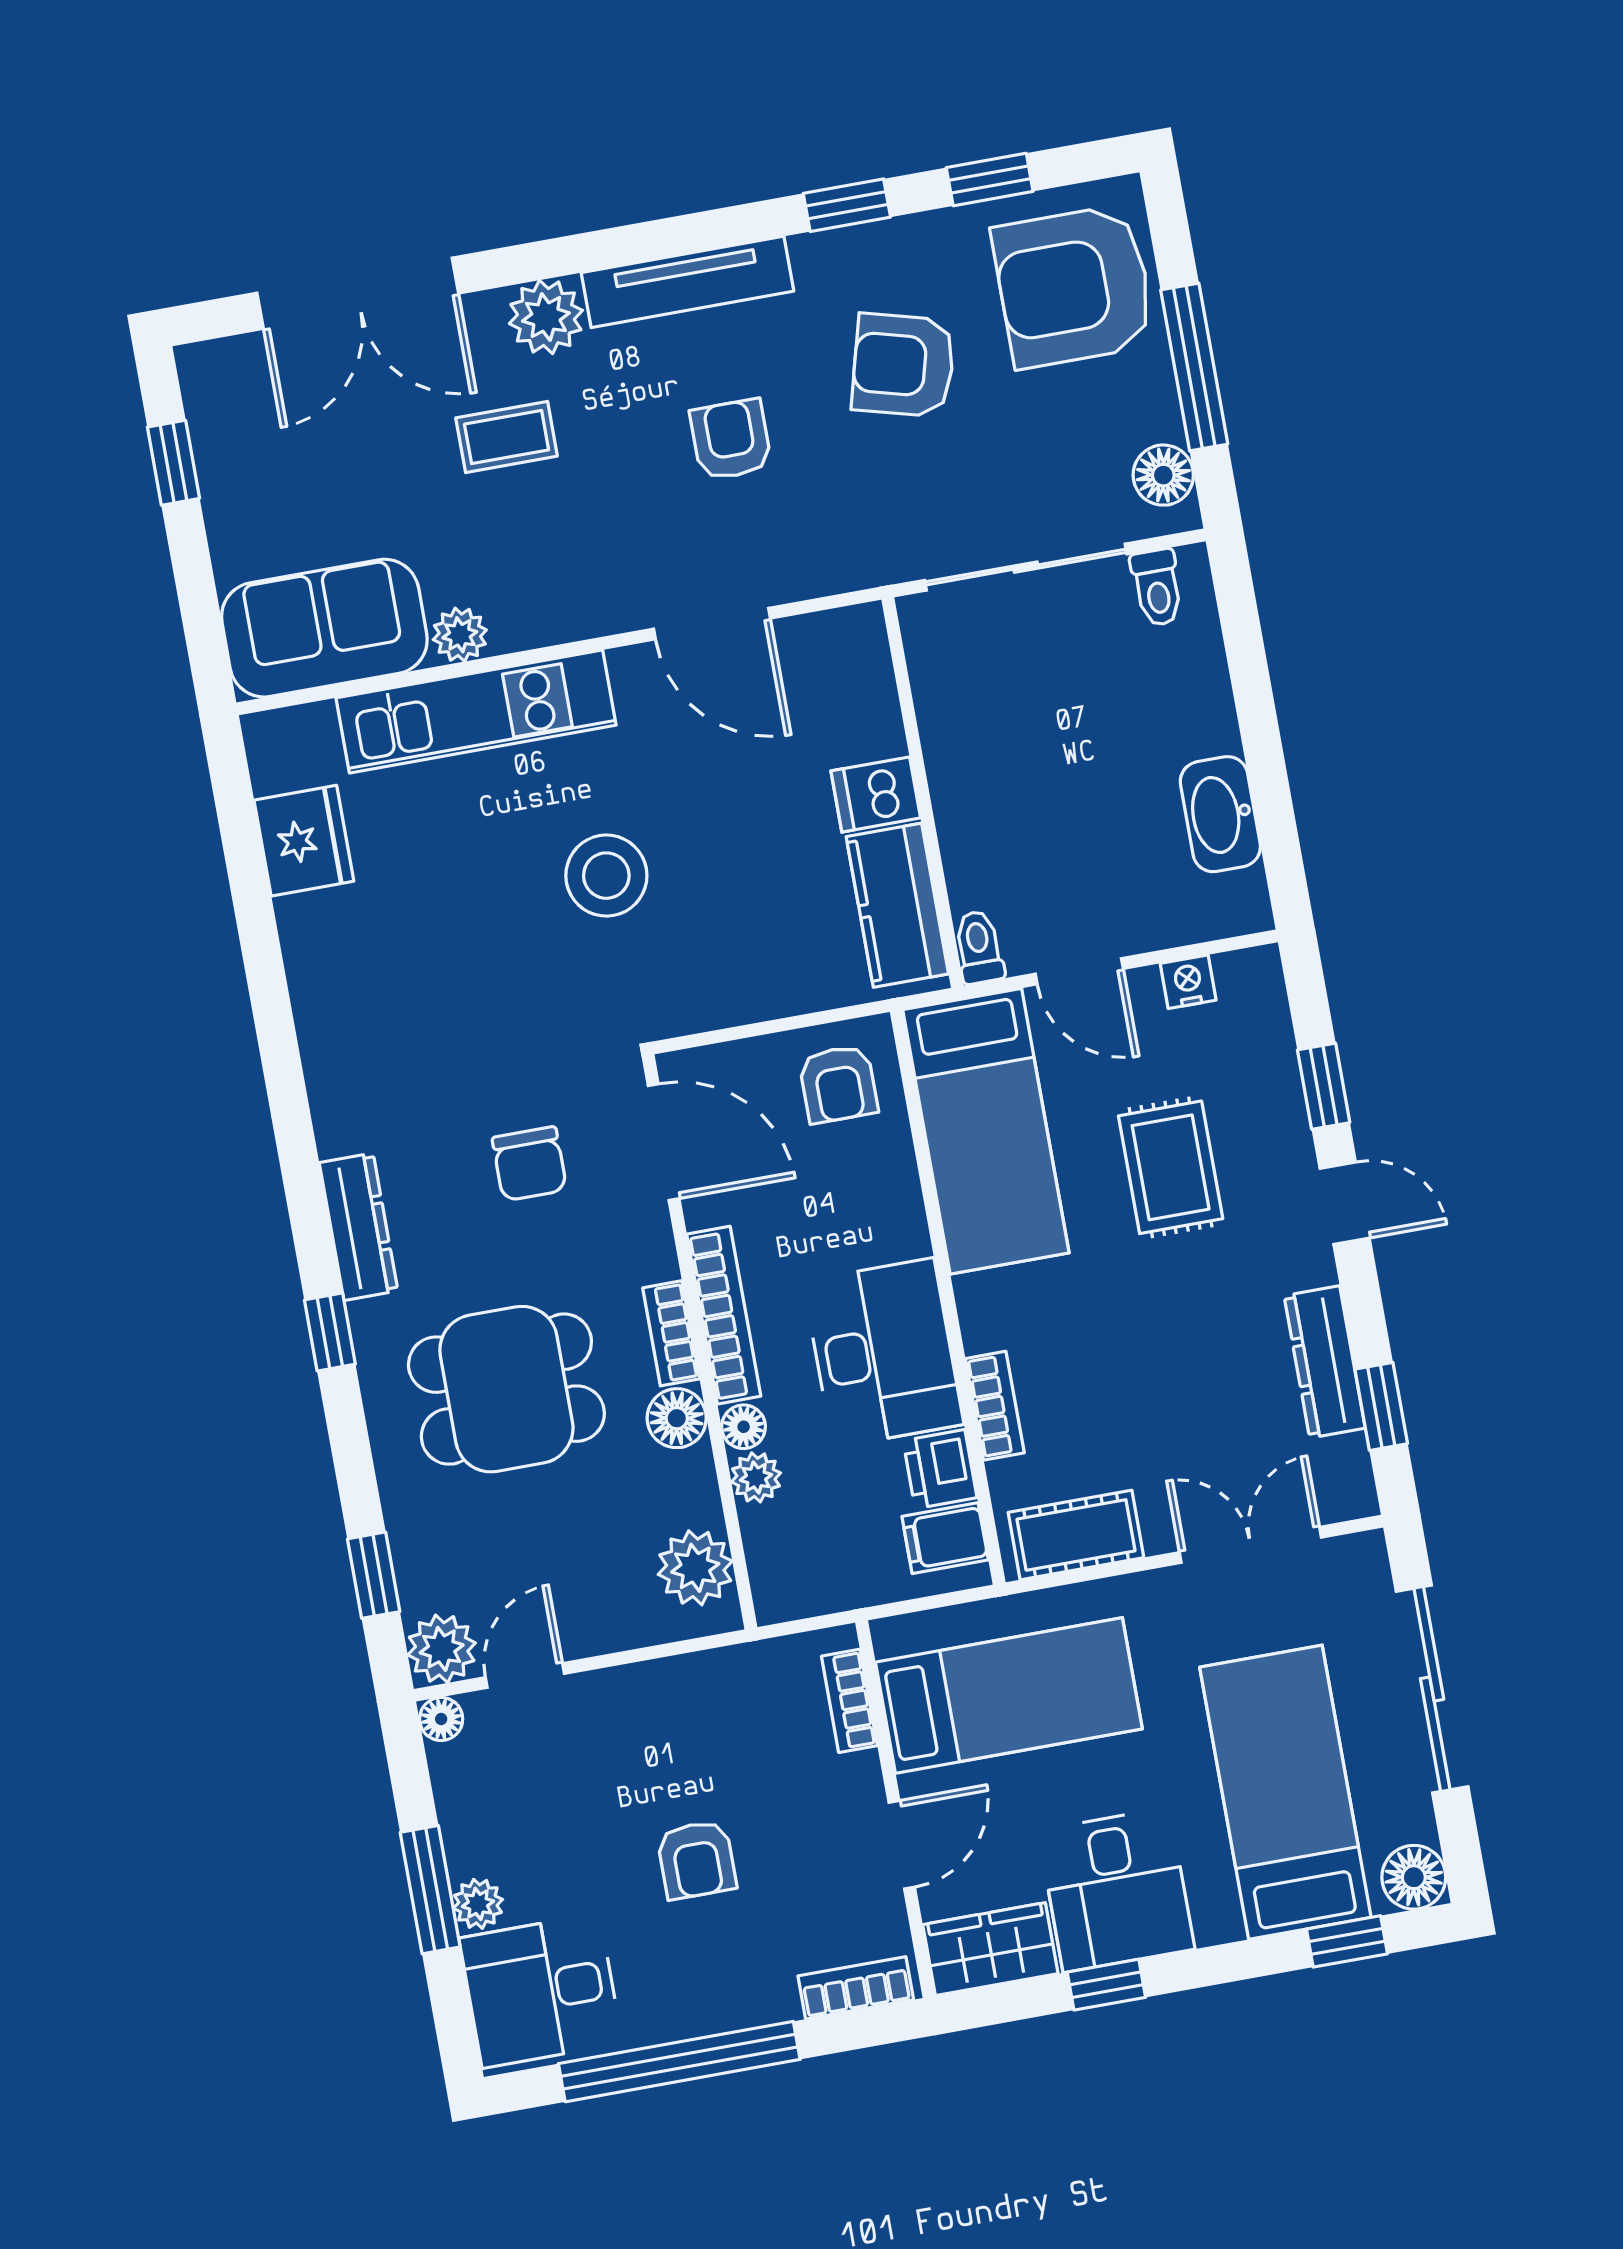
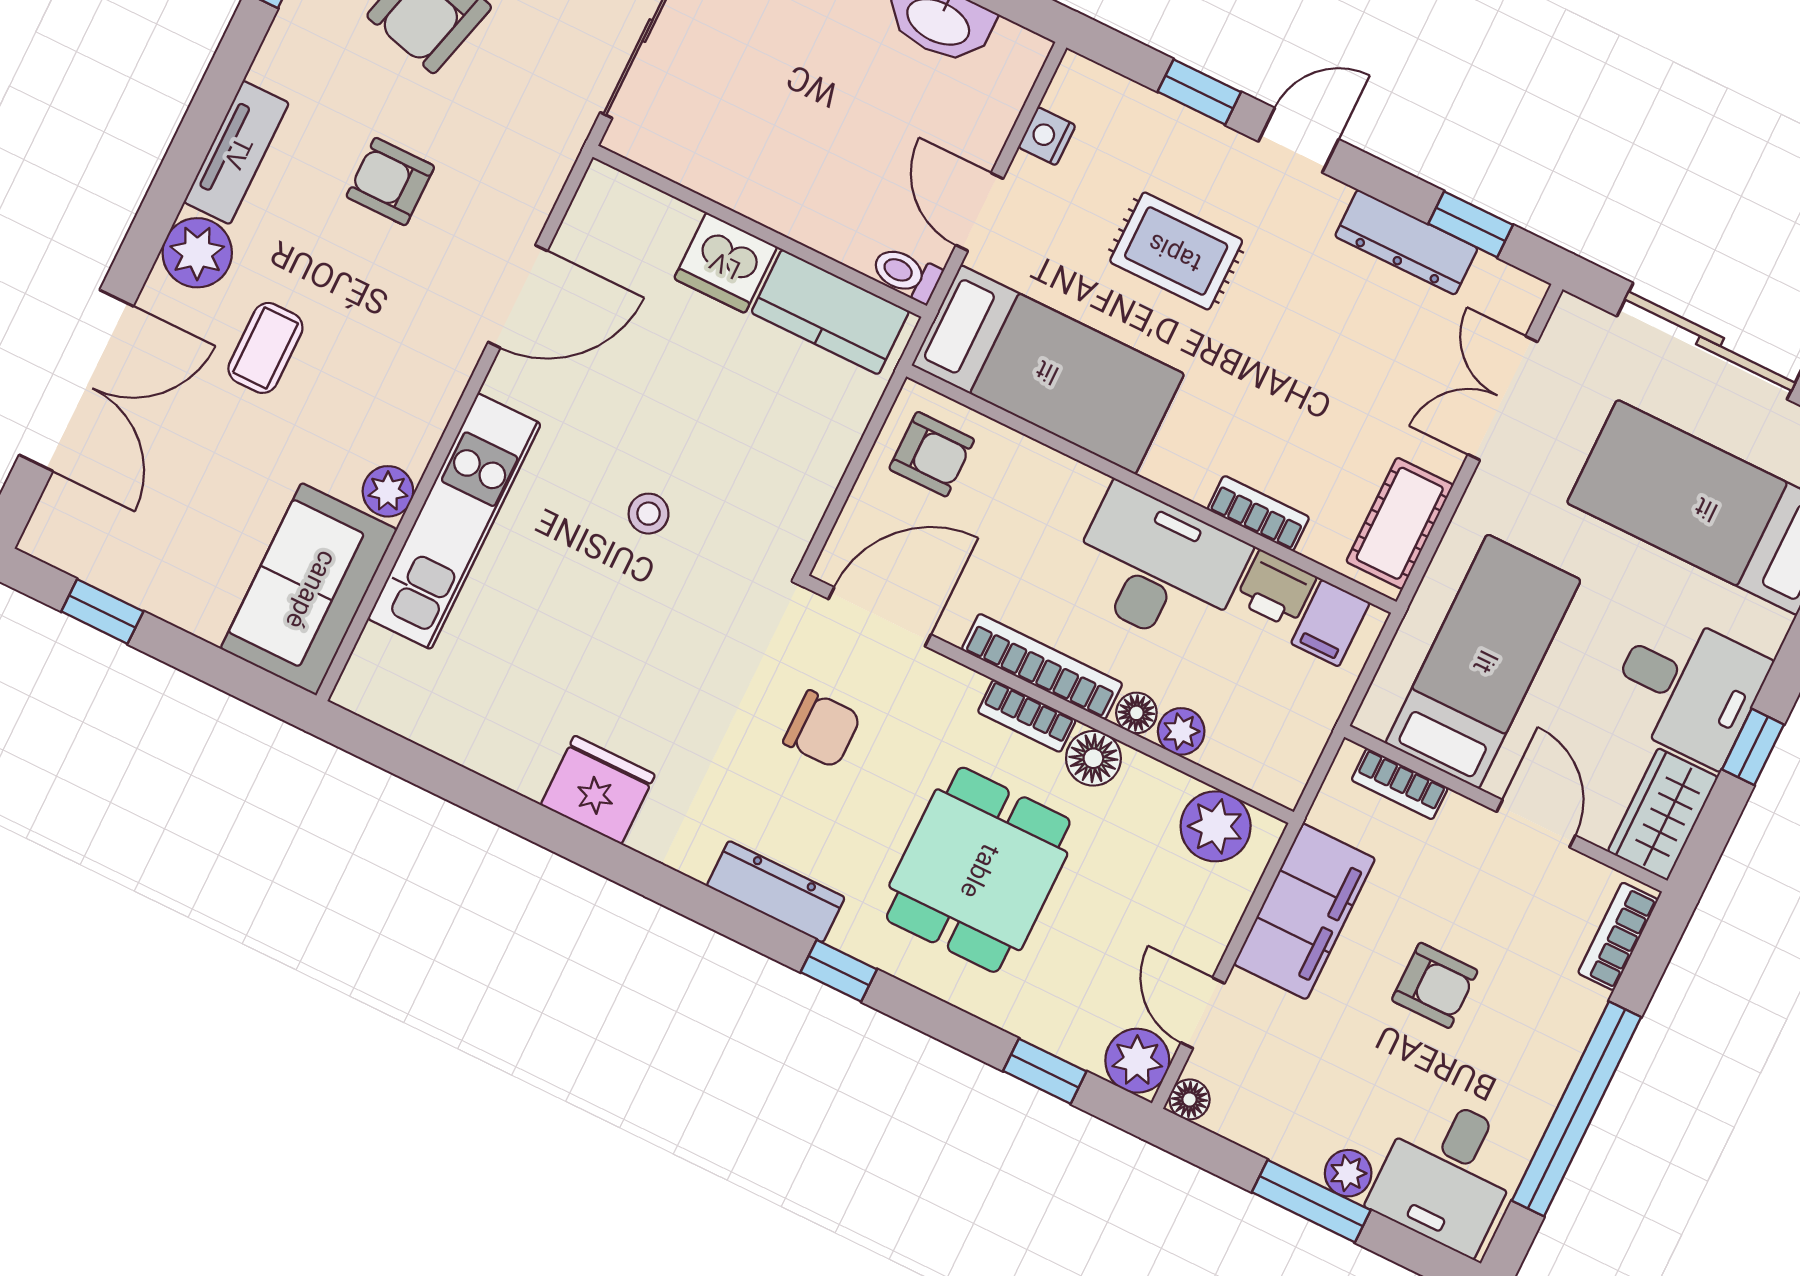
tv unit: (687, 282) -> (236, 152), width x0.71
dishwasher: (876, 794) -> (726, 263), width x1.38
fridge: (304, 841) -> (598, 790), moved
stool: (606, 876) -> (649, 514), width x0.53, depth x0.53
door: (1079, 971) -> (979, 212), swing flipped
filing cabinet: (678, 1699) -> (1304, 911), added

